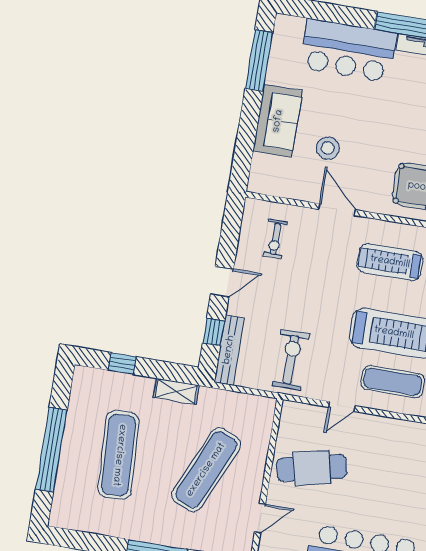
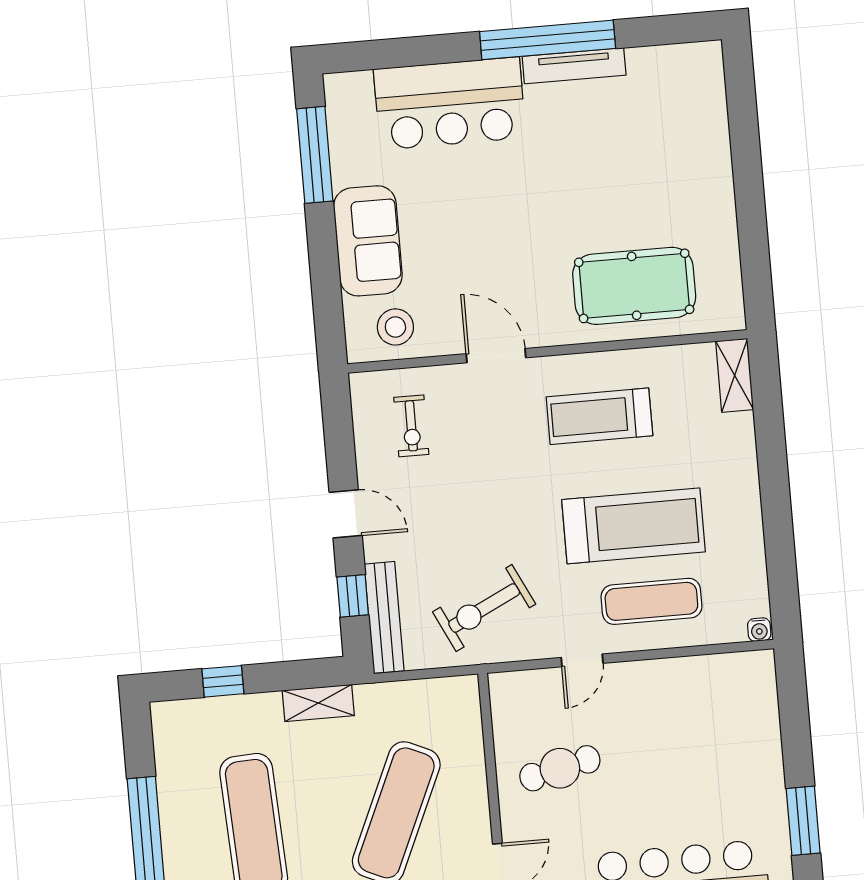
stool: (328, 148) -> (395, 327), moved
door: (222, 282) -> (346, 514), hinge flipped
exercise bike: (291, 360) -> (484, 608), turned -116
cafe table: (312, 468) -> (560, 768), width x0.73, depth x0.74

